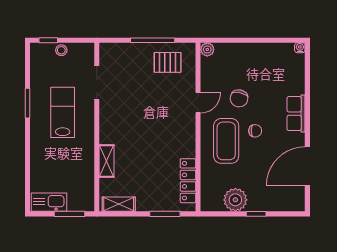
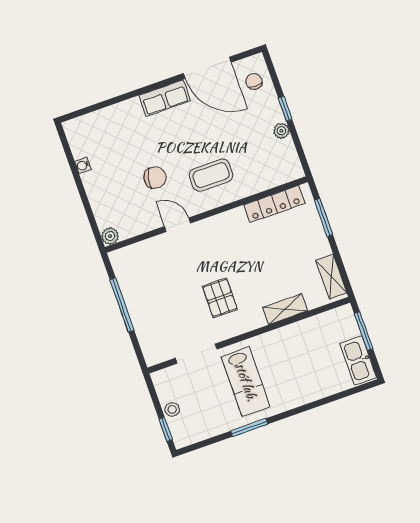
water cooler: (300, 48) -> (83, 165), moved
pallet: (168, 62) -> (220, 298), moved
lab bench: (63, 112) -> (246, 382), turned -90
row of seats: (296, 114) -> (165, 98), moved
chair: (255, 131) -> (254, 81), moved
coffee table: (226, 141) -> (211, 175), width x0.73, depth x0.76
plant: (235, 200) -> (281, 131), width x0.53, depth x0.53

